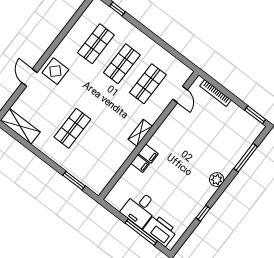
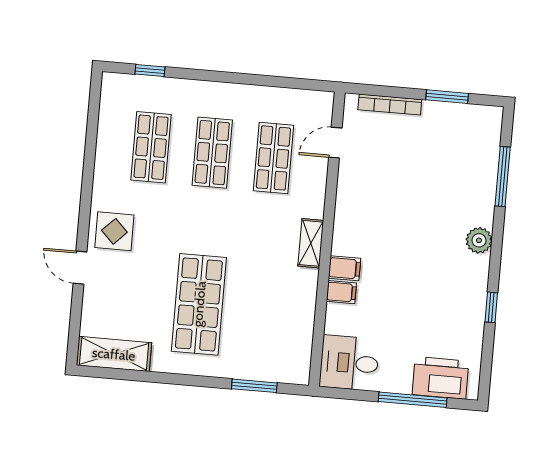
door: (180, 94) -> (335, 143), swing flipped
window: (255, 115) -> (447, 97), moved
shop shelf: (72, 128) -> (199, 304), width x1.43, depth x1.36
desk: (140, 209) -> (349, 363), moved, turned 90

